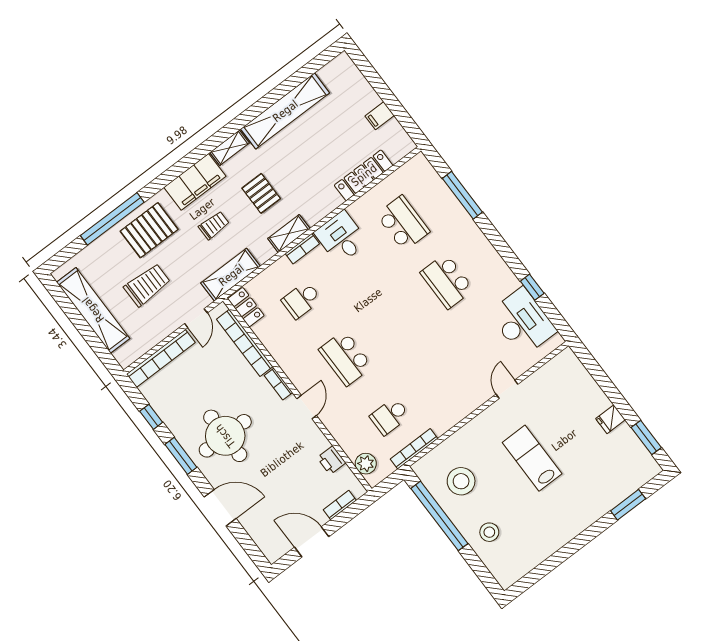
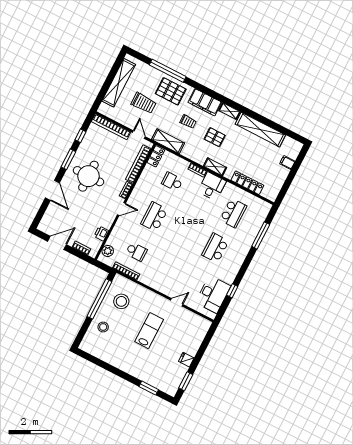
filing cabinet: (380, 116) -> (287, 163), moved
pallet: (261, 193) -> (215, 137), turned 90
shelving: (289, 234) -> (215, 167), moved
door: (196, 318) -> (139, 135), swing flipped
school desk: (390, 416) -> (136, 252), turned 180
door: (312, 542) -> (57, 243), hinge flipped

